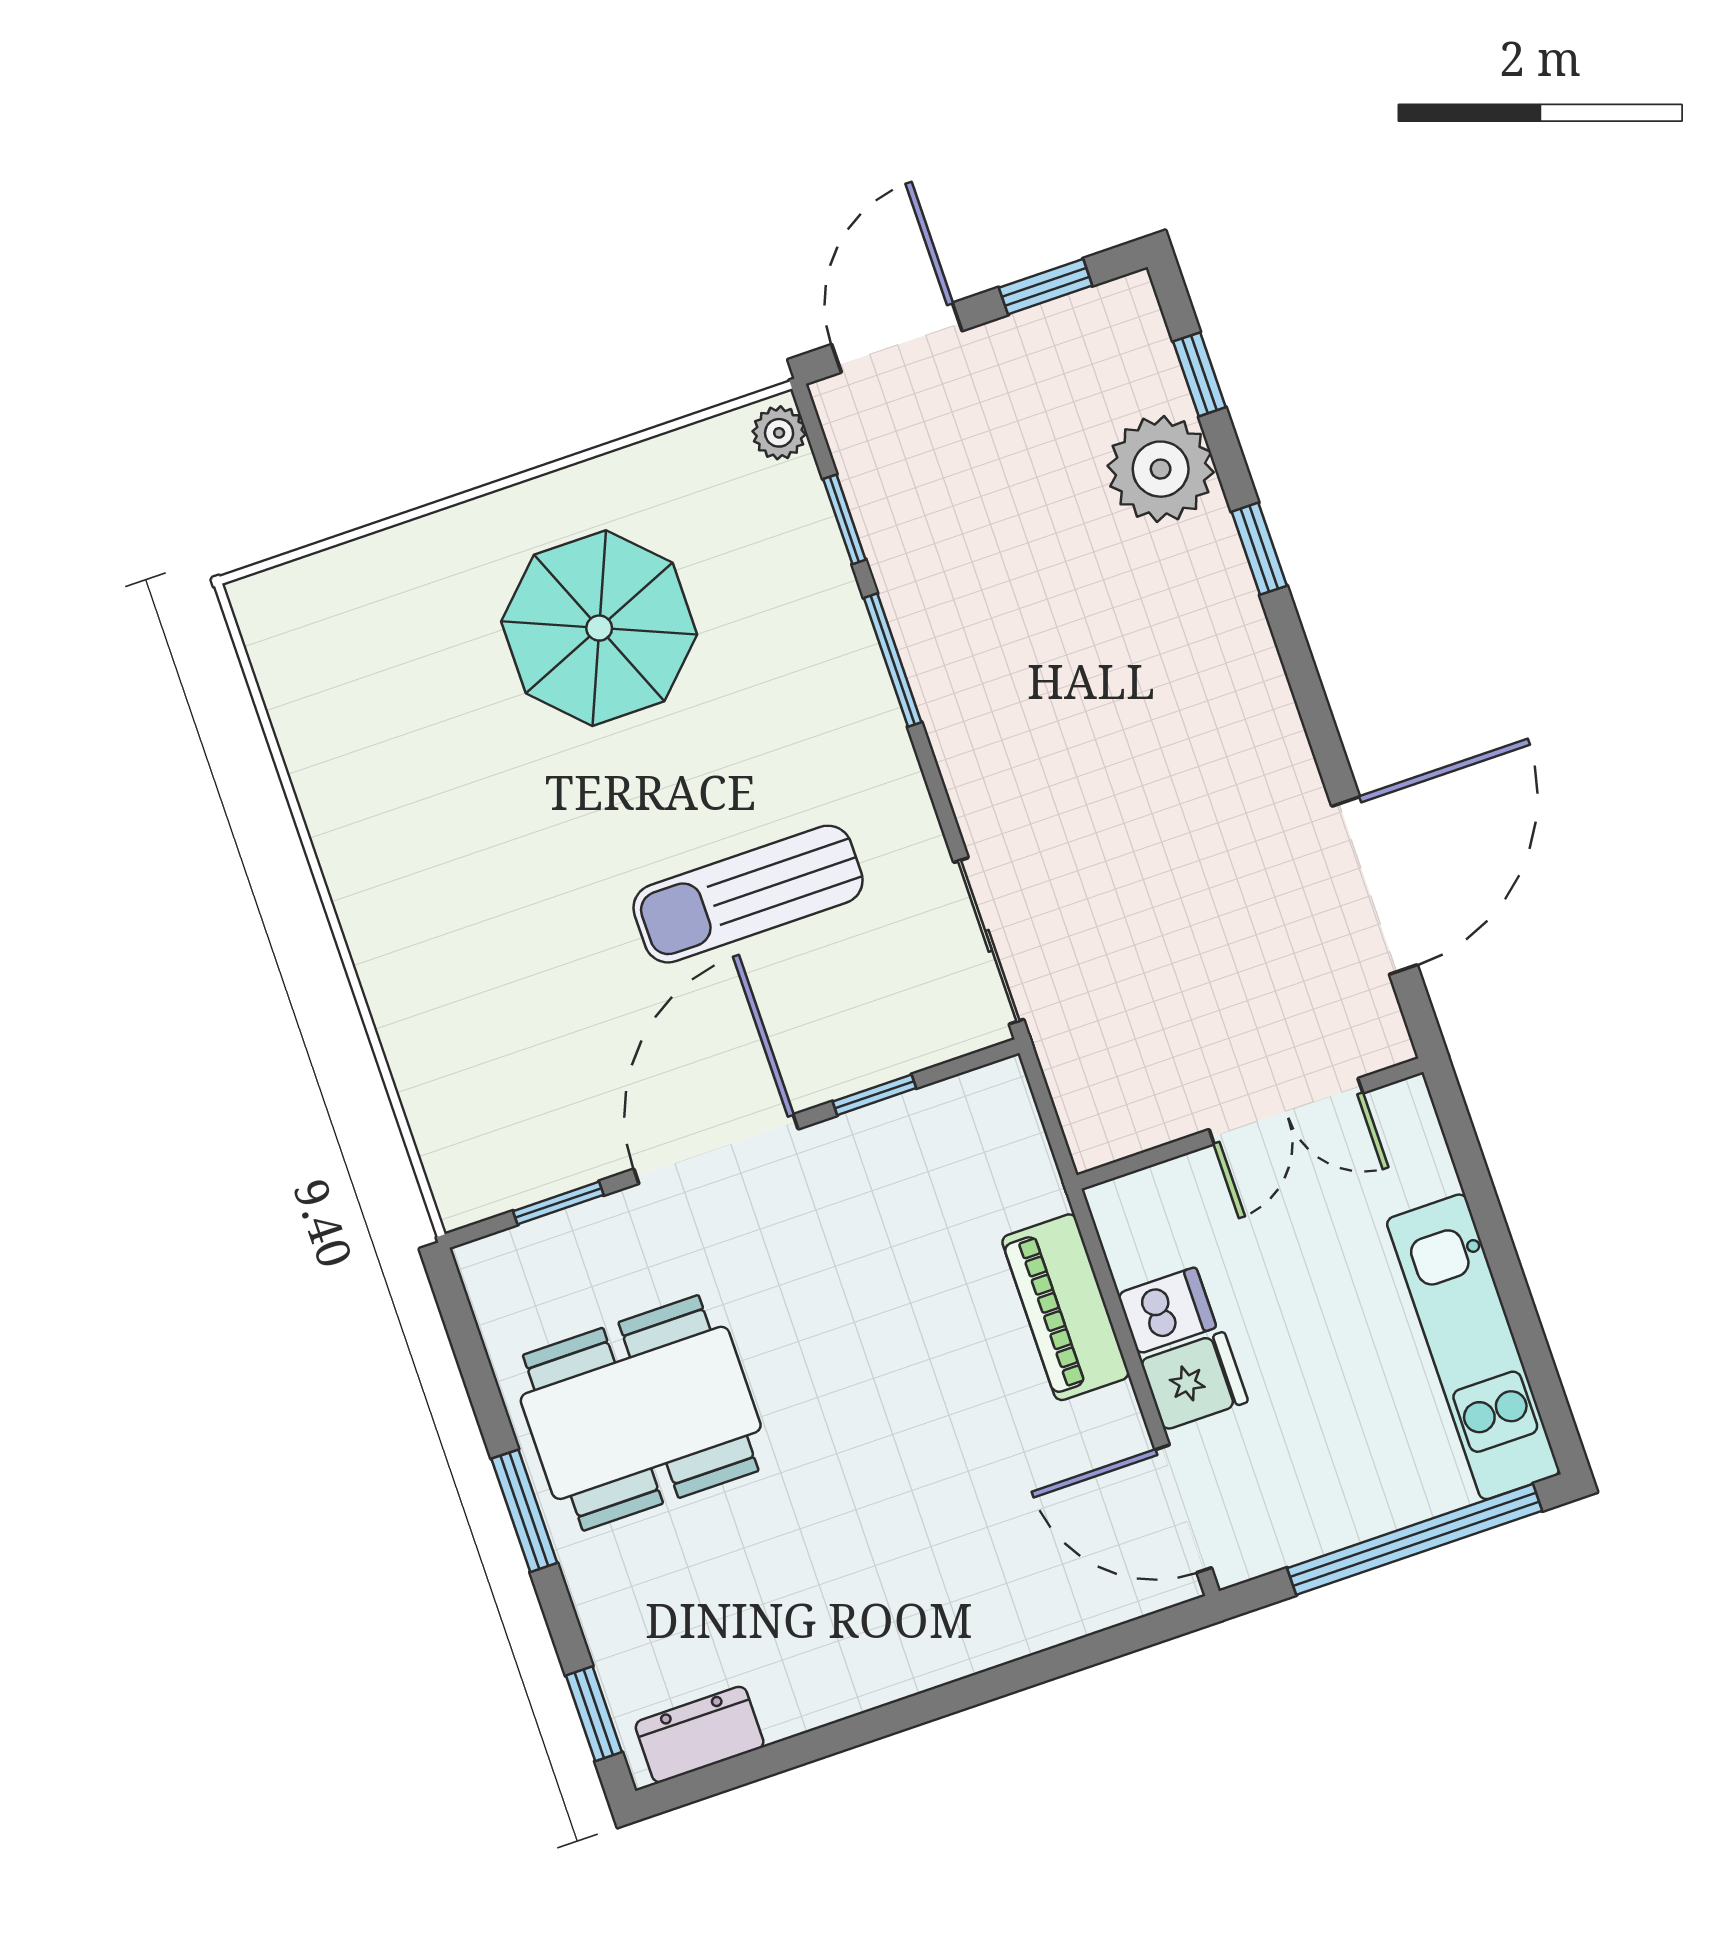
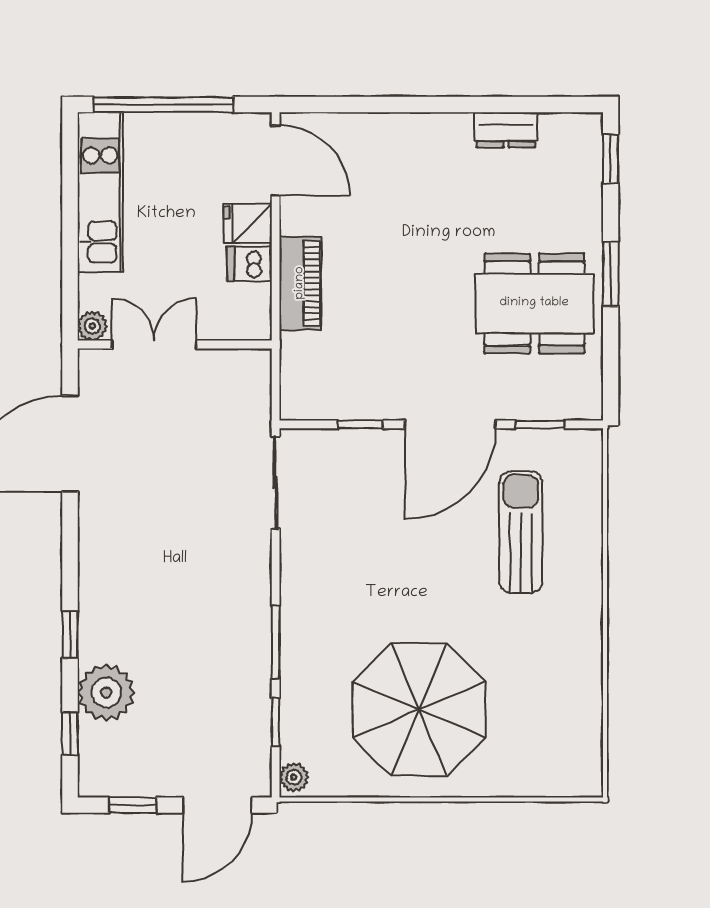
parasol: (599, 628) -> (419, 709), width x1.36, depth x1.36
sun lounger: (748, 894) -> (521, 532), moved, turned -90
plant: (1406, 1106) -> (92, 326), added
dresser: (700, 1734) -> (506, 130), moved

